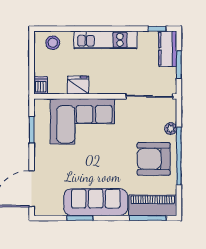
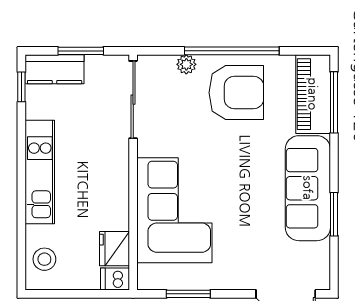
fridge: (78, 85) -> (114, 249), moved
armchair: (154, 159) -> (236, 93), turned -90

